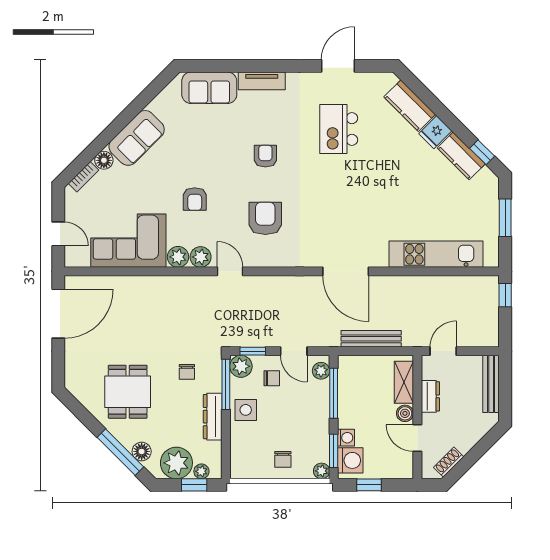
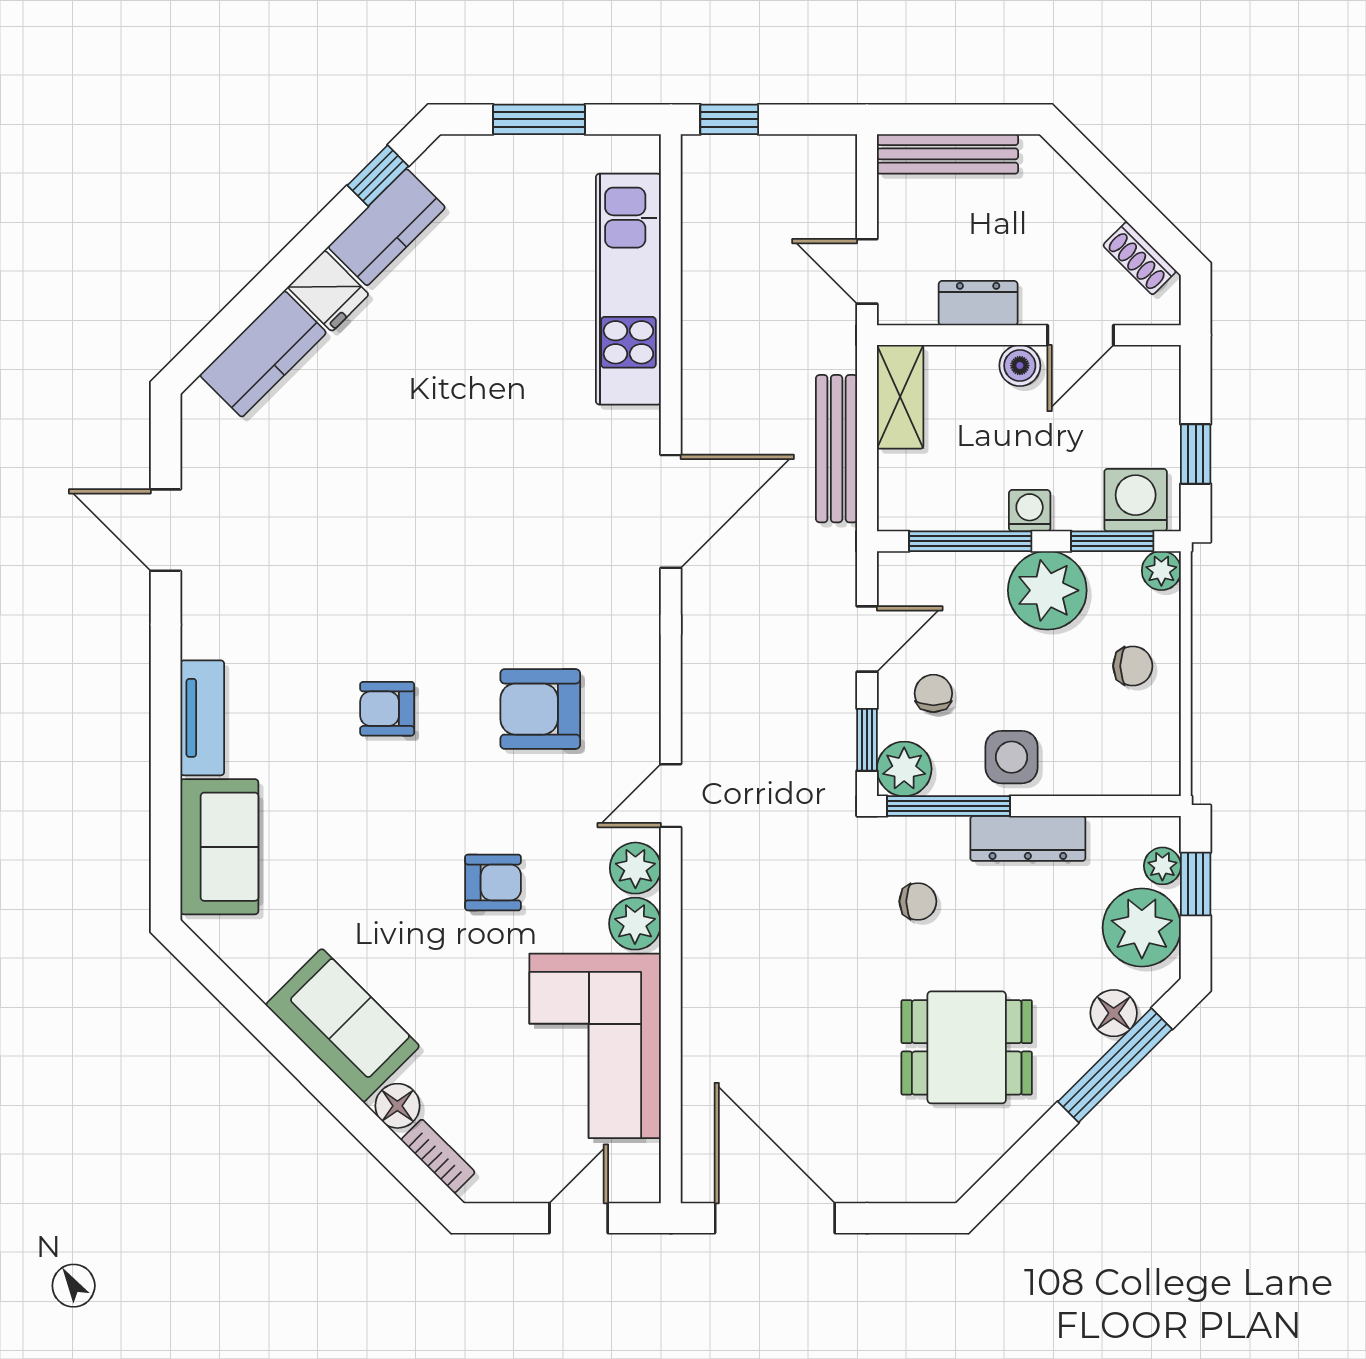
kitchen island: (339, 129) -> (321, 529), removed
plant: (321, 371) -> (1047, 590), moved, width x1.88, depth x1.88
shelving: (404, 382) -> (900, 397), moved, turned 90
washing machine: (346, 438) -> (1030, 511), moved

